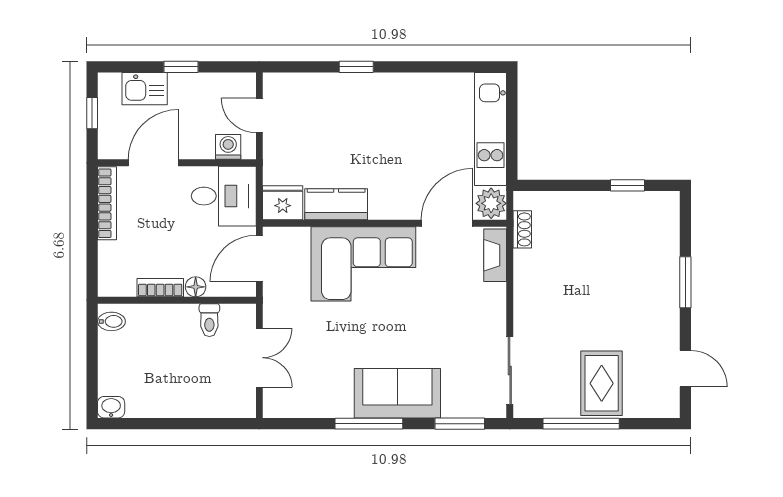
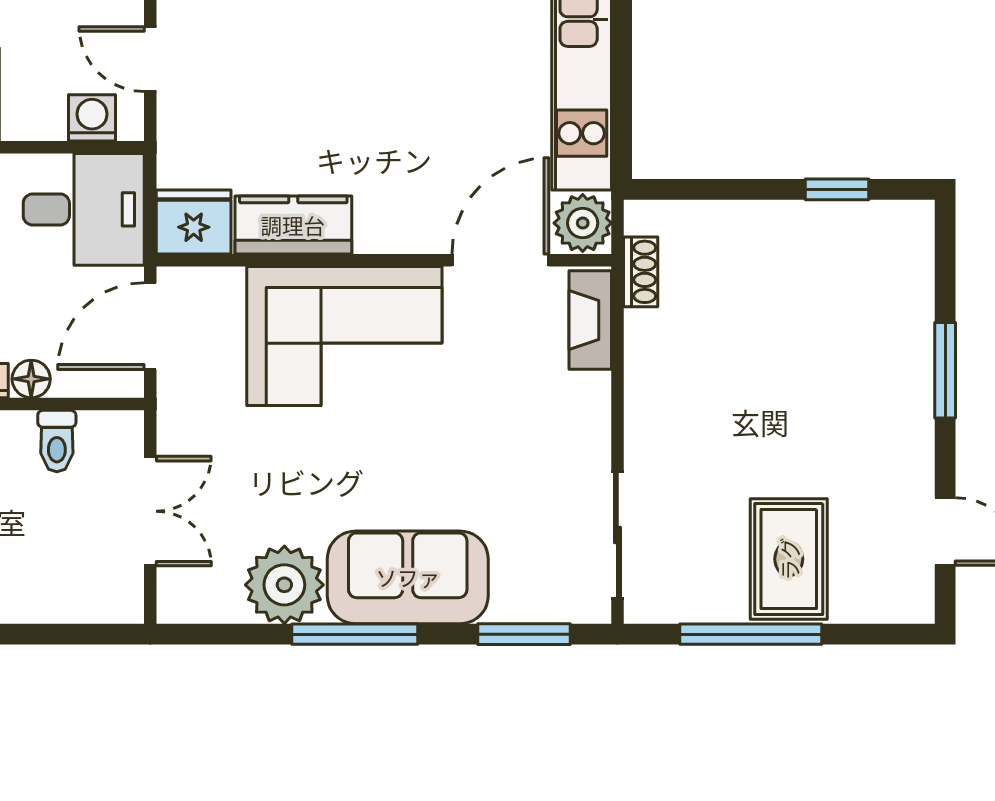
plant: (331, 397) -> (284, 585), added

